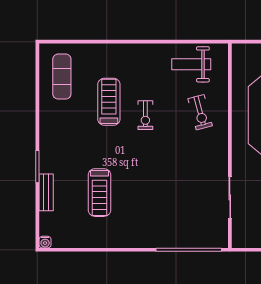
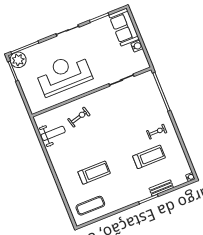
weight bench: (191, 64) -> (53, 133), turned -90
treadmill: (109, 102) -> (94, 173), turned 180
exercise bike: (145, 115) -> (157, 132), moved

